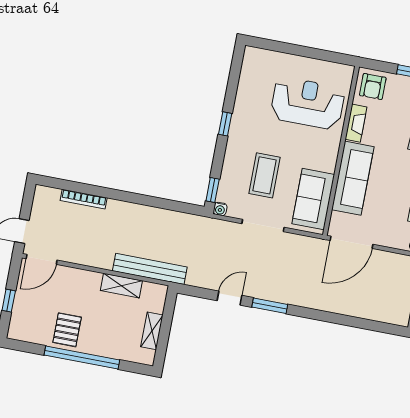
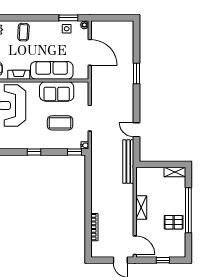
sofa: (313, 199) -> (57, 91), moved
door: (351, 242) -> (90, 52), moved
bench: (150, 269) -> (128, 162), moved
shelving: (121, 286) -> (141, 208), moved
window: (270, 306) -> (137, 74), moved
shelving: (152, 331) -> (175, 172), moved

